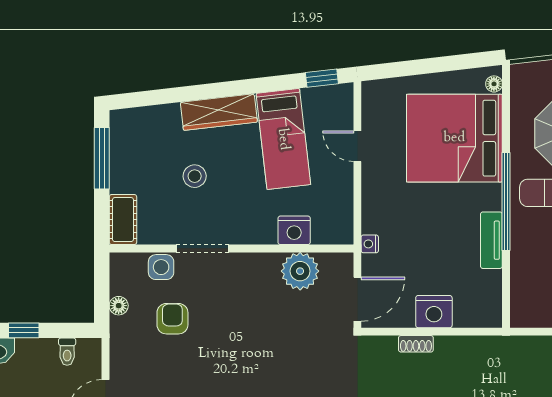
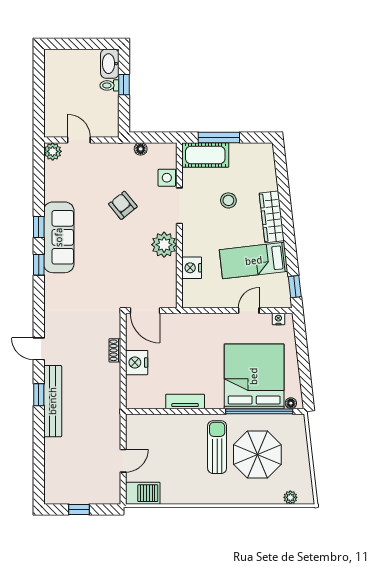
window: (102, 158) -> (219, 137), moved
window: (506, 202) -> (259, 411), moved
cot: (123, 220) -> (205, 155), width x1.37, depth x1.34
nightstand: (370, 244) -> (278, 319), moved
plant: (300, 271) -> (164, 245), moved
armchair: (172, 319) -> (123, 205), moved, turned -129
toilet: (67, 352) -> (109, 85), moved

